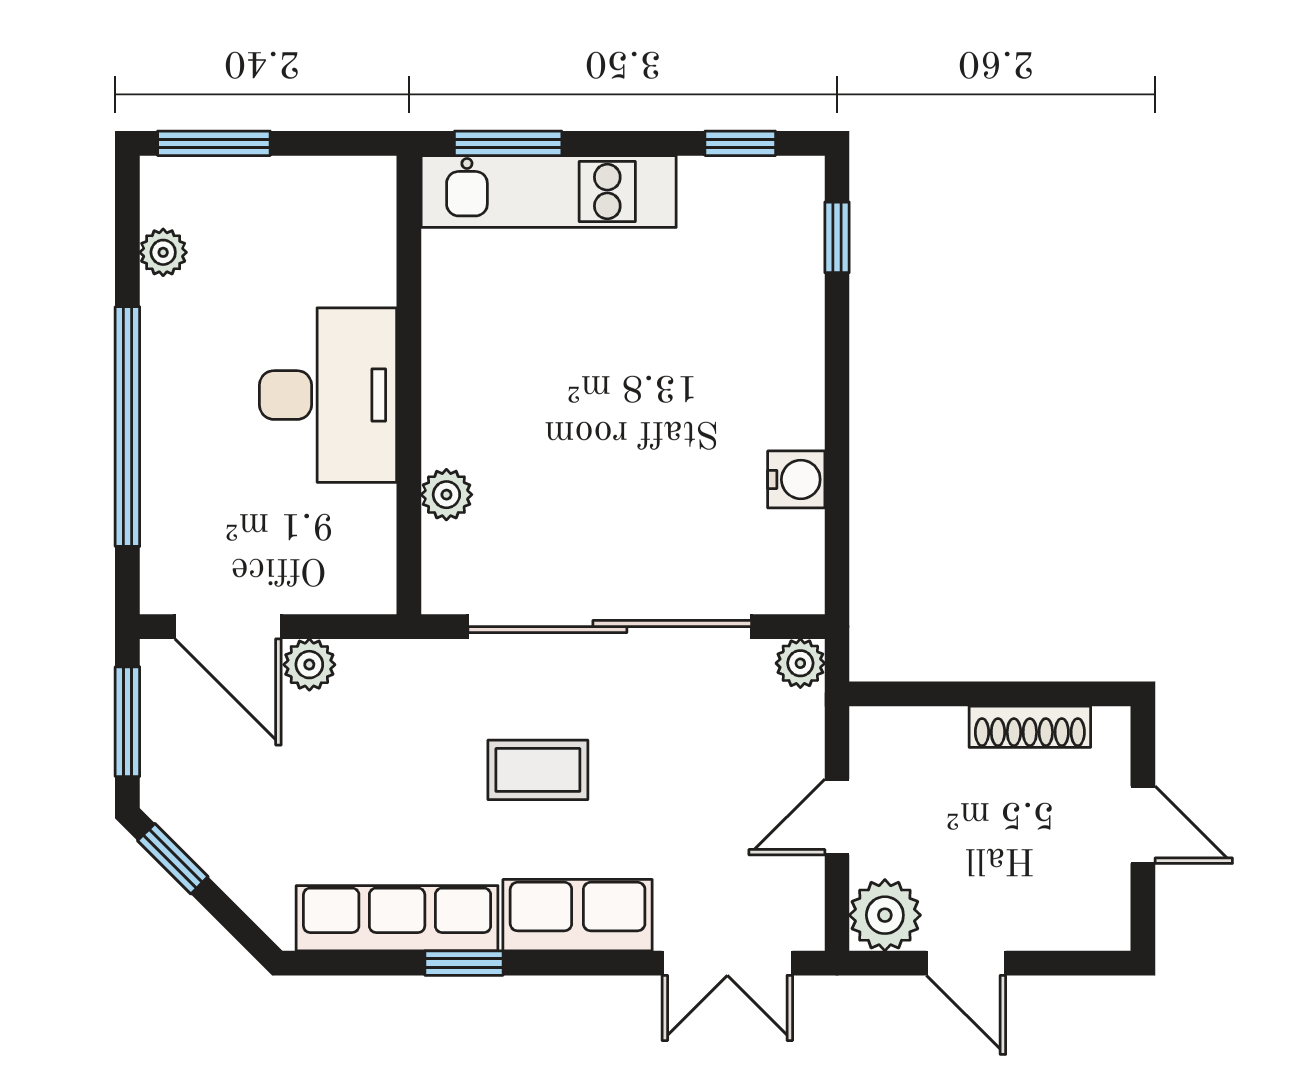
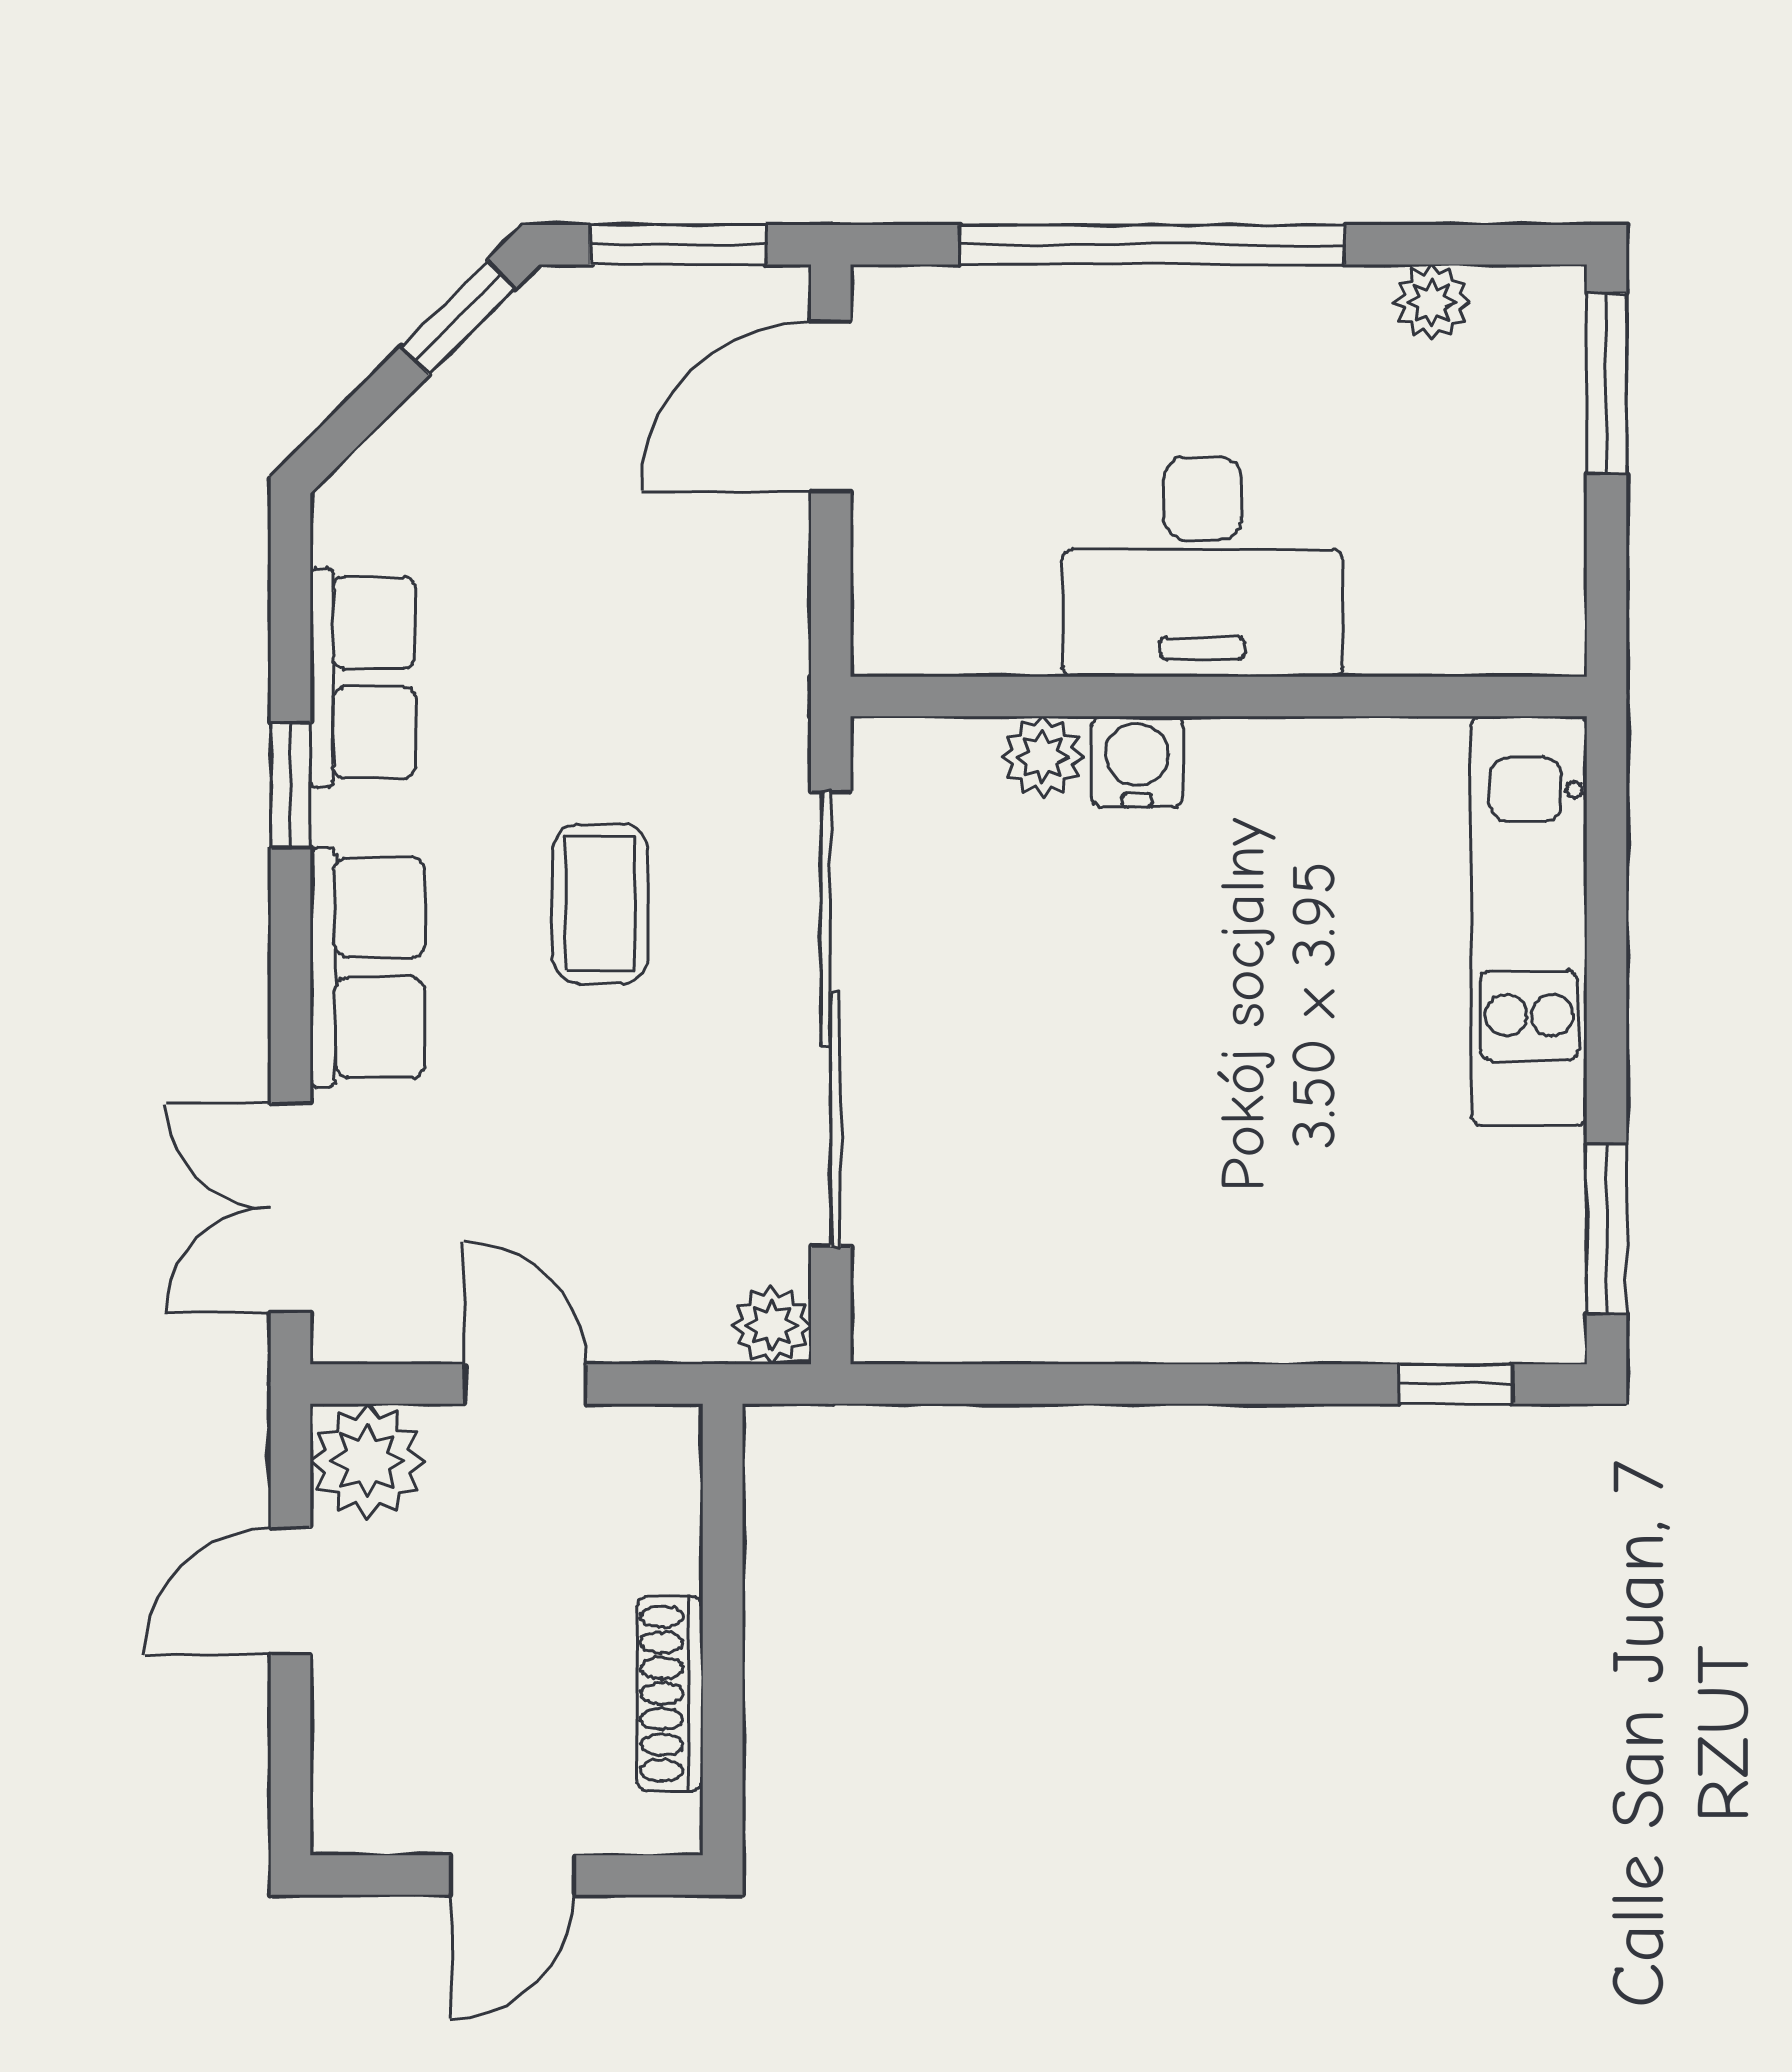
window: (508, 143) -> (1607, 856), removed
window: (740, 143) -> (1607, 1229), width x1.50
water cooler: (796, 479) -> (1137, 762), moved, turned 180
plant: (309, 665) -> (770, 537), removed
row of seats: (397, 918) -> (363, 678), width x0.68

